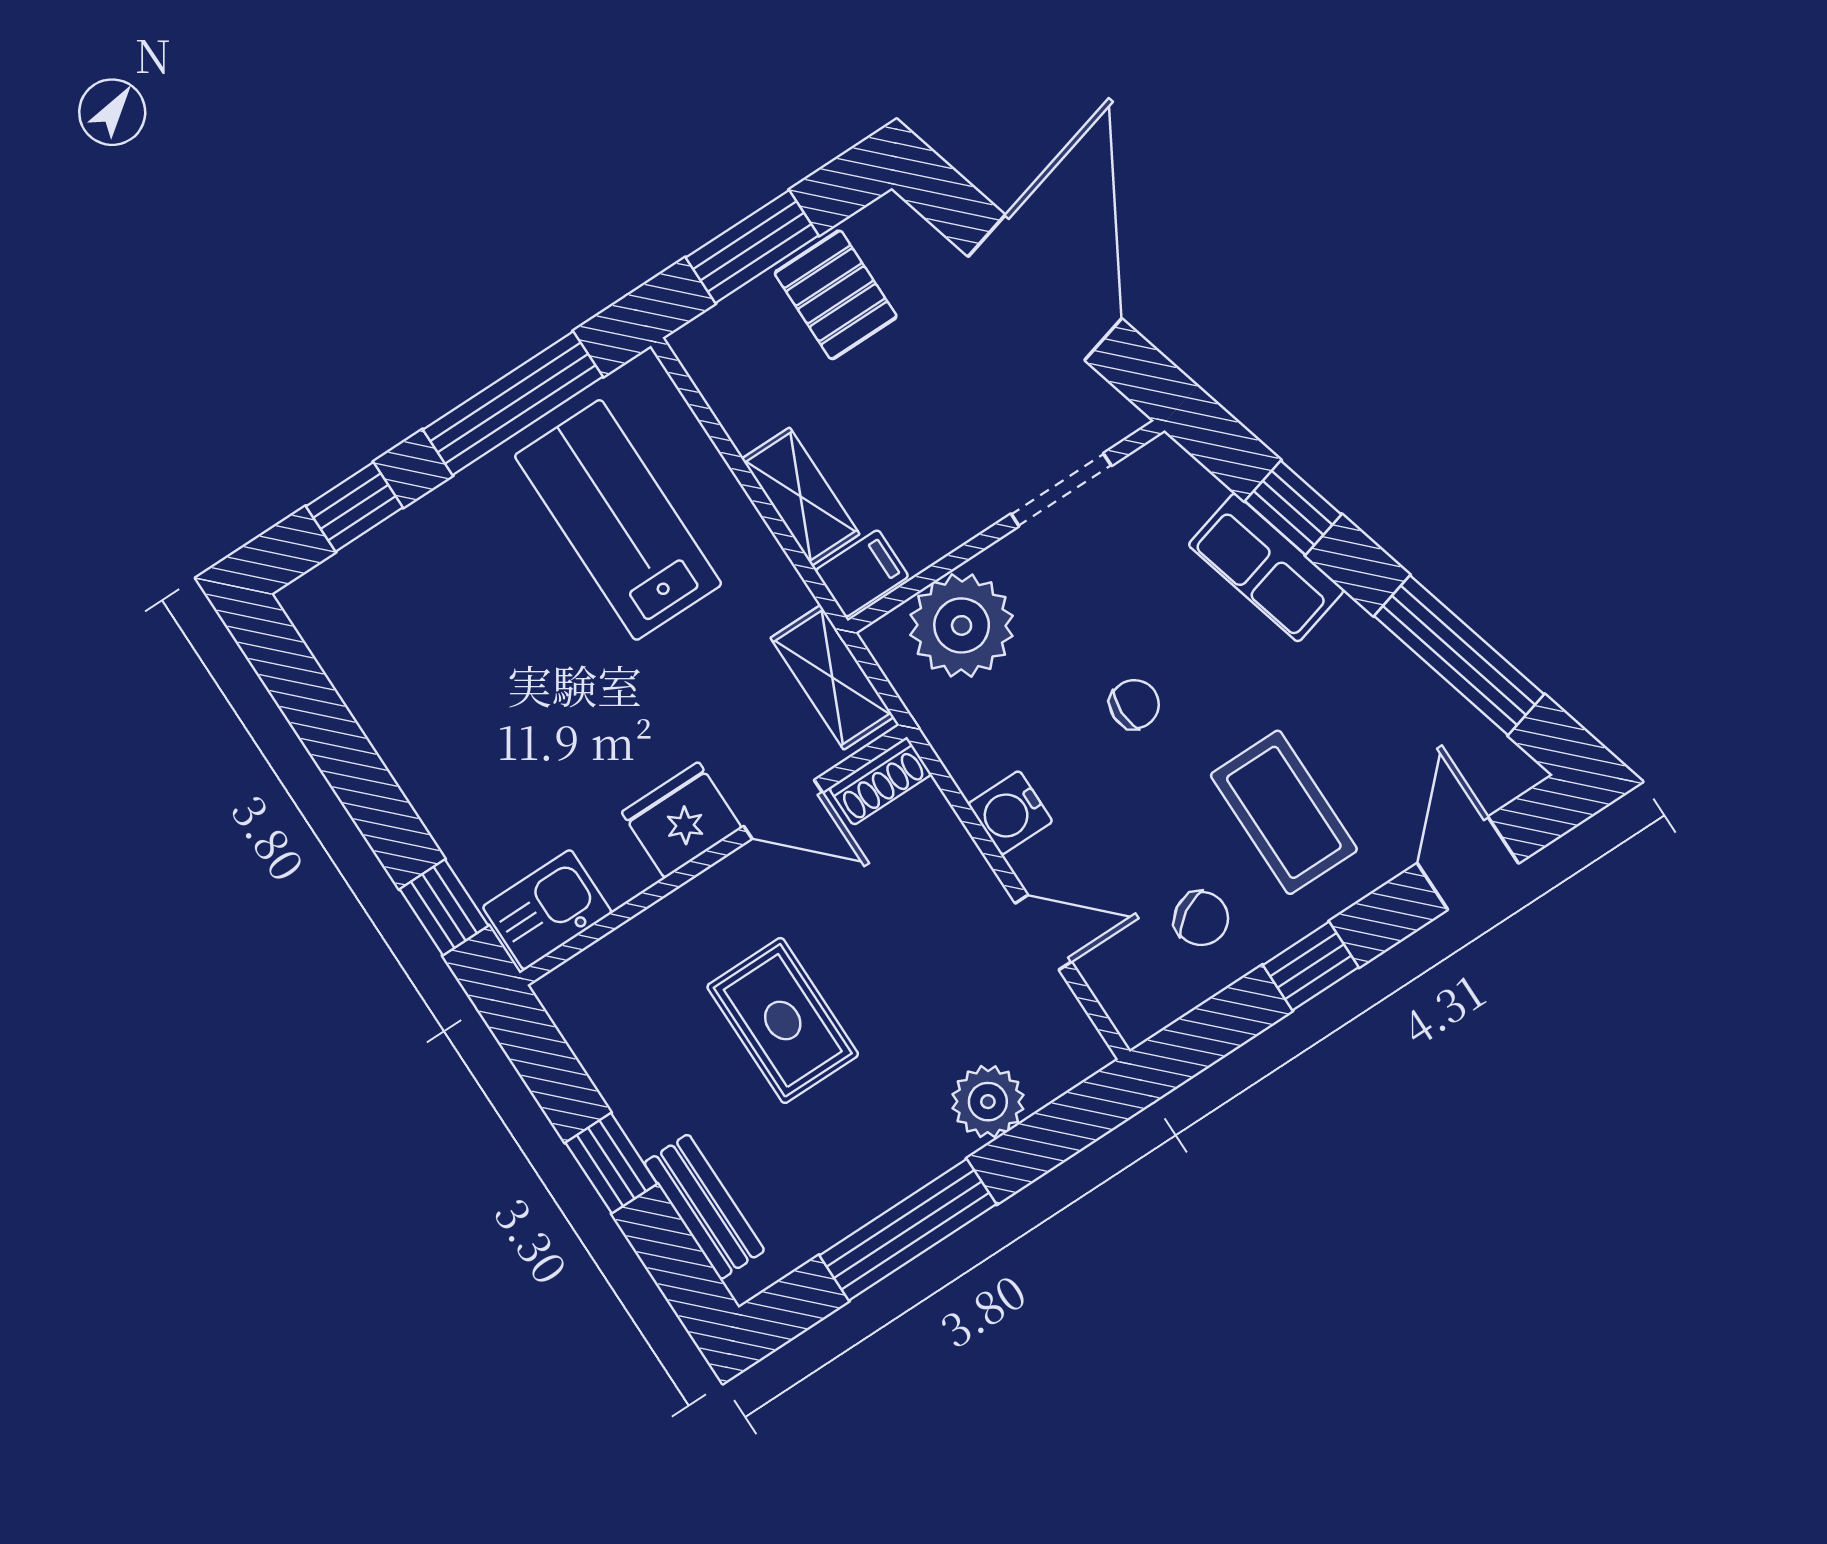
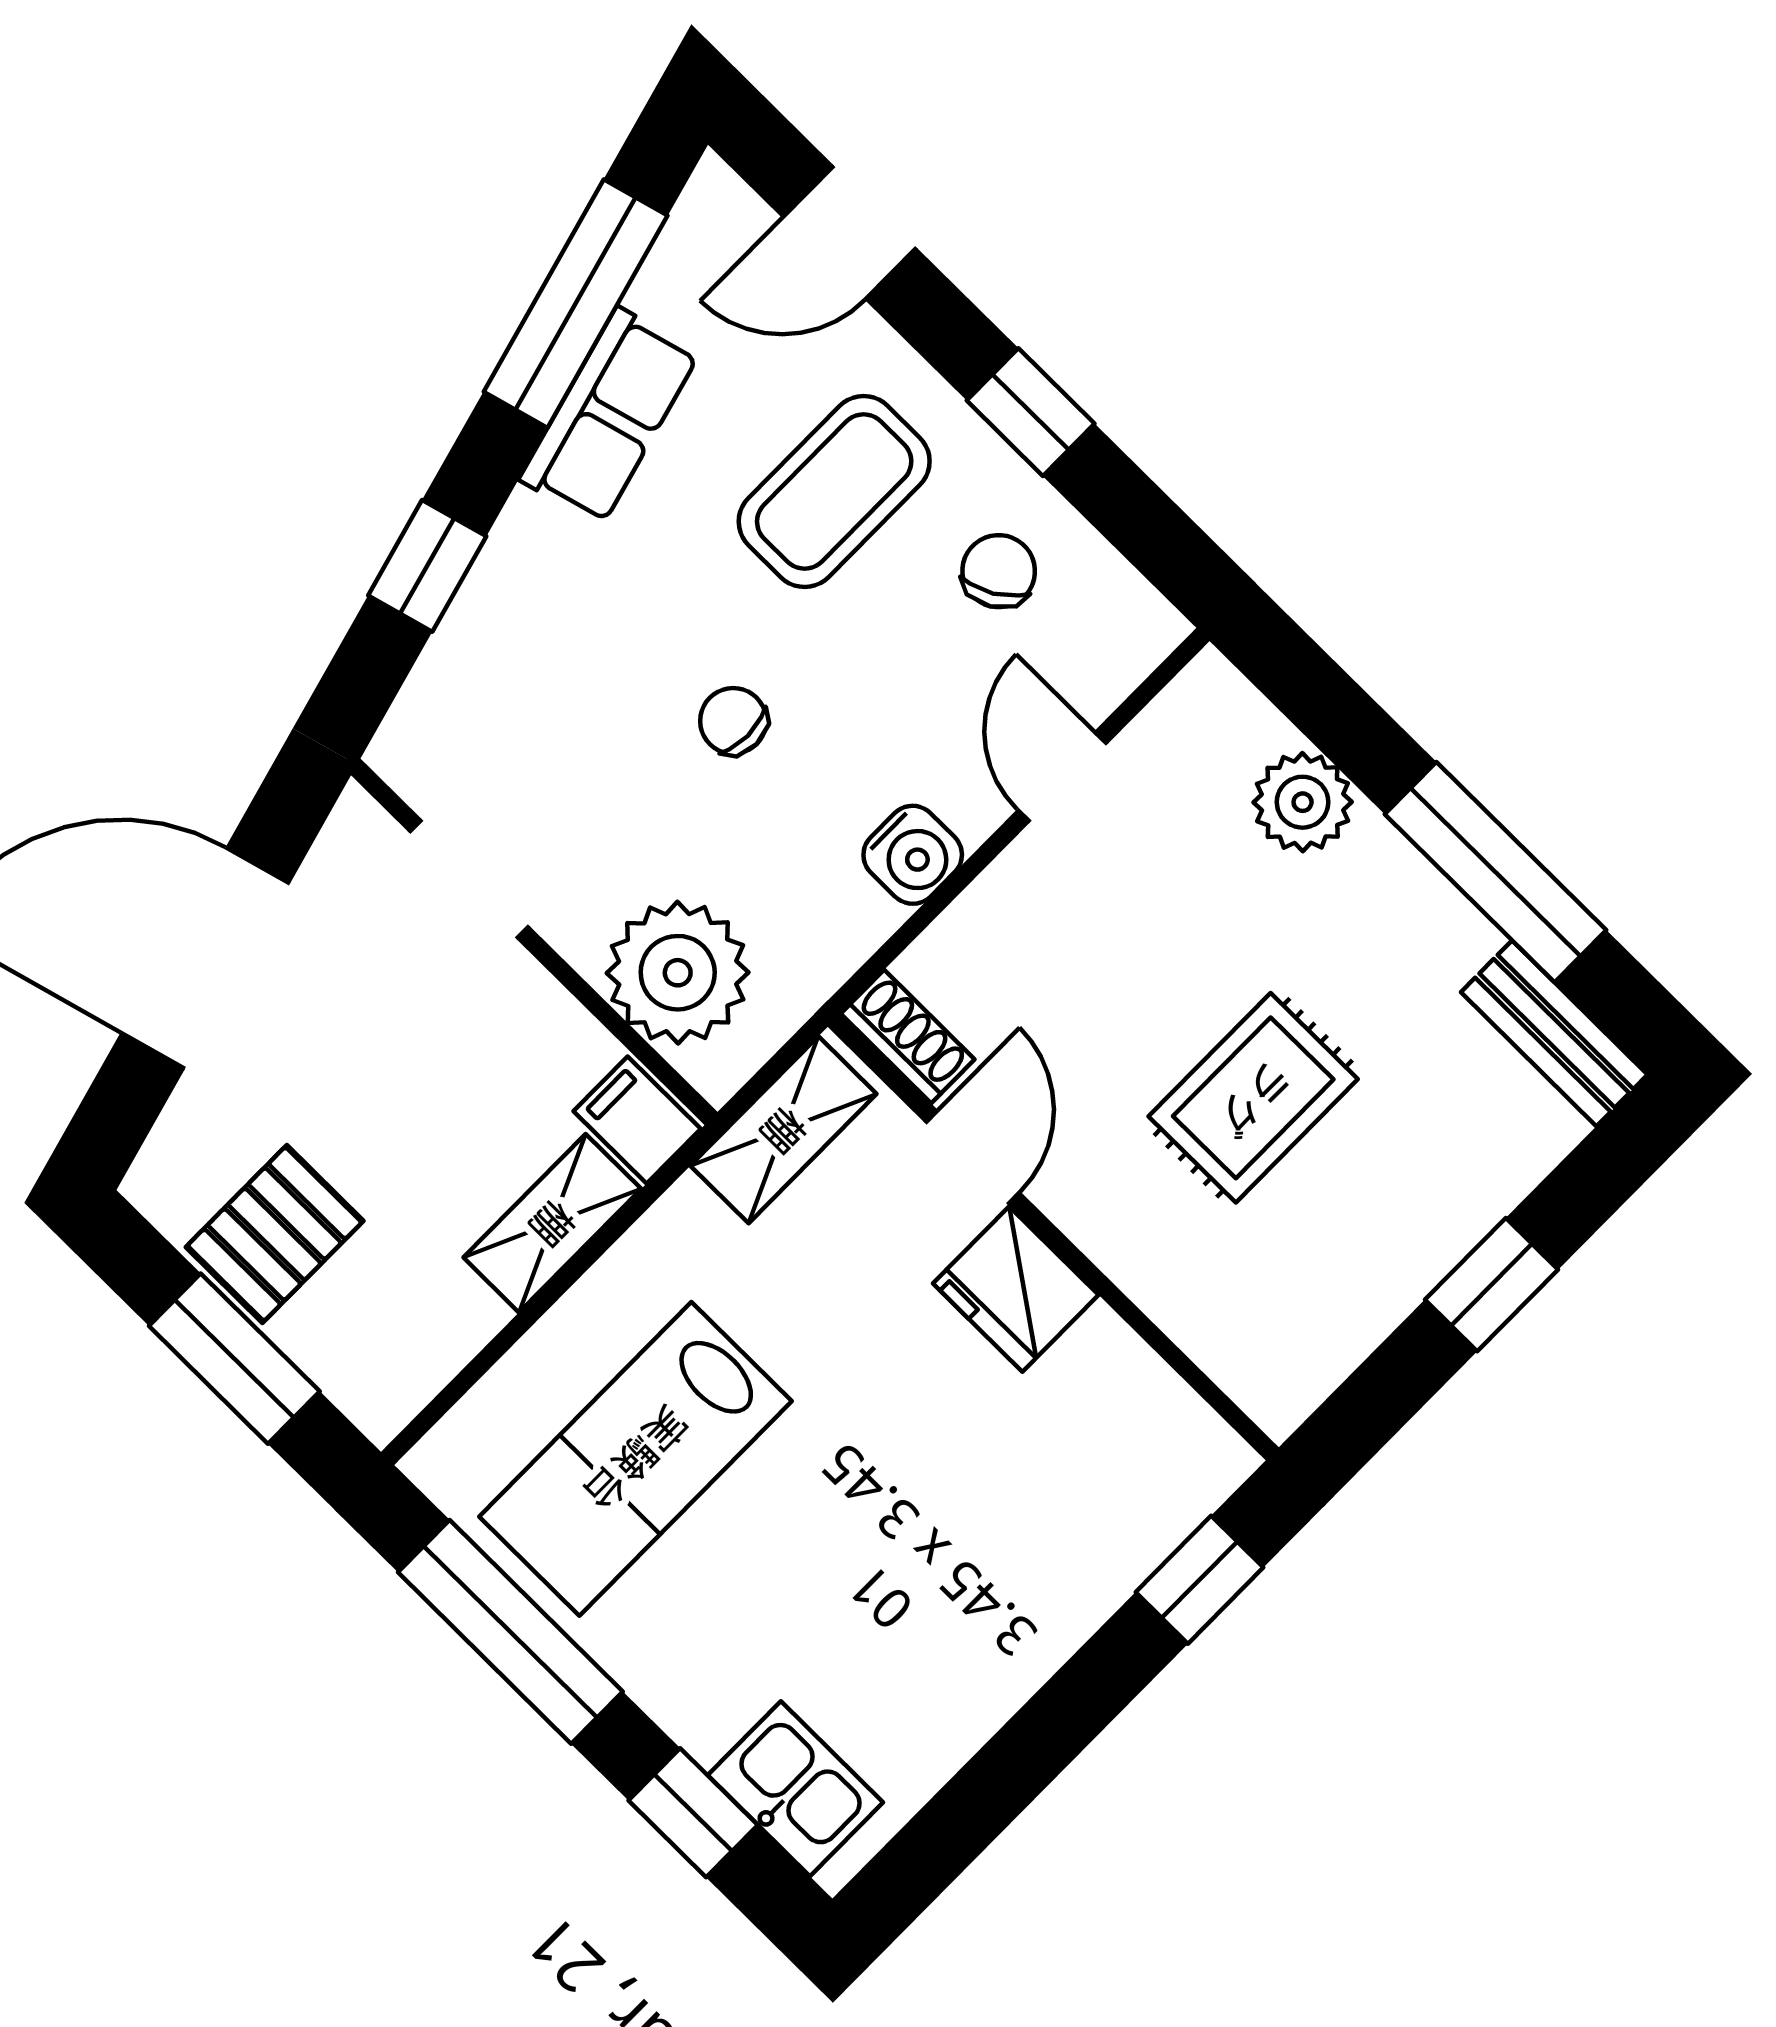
row of seats: (1266, 567) -> (609, 416), moved
kitchen sink: (547, 910) -> (795, 1789), moved, turned 180
bench: (704, 1207) -> (1554, 1033), moved, turned 90

